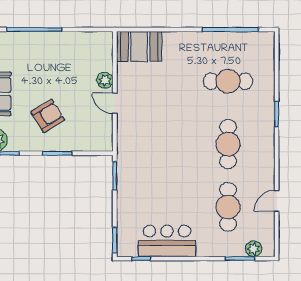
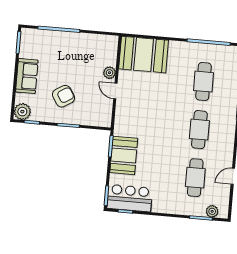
booth: (139, 46) -> (144, 55), width x1.36, depth x1.42
cafe table: (228, 81) -> (204, 82), turned 90
booth: (133, 186) -> (124, 155), added
bar counter: (167, 241) -> (130, 198), moved

